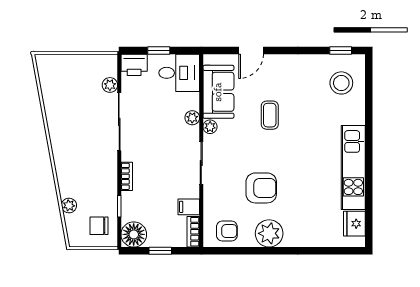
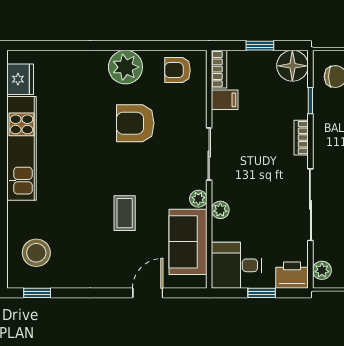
plant: (110, 85) -> (322, 270), moved

